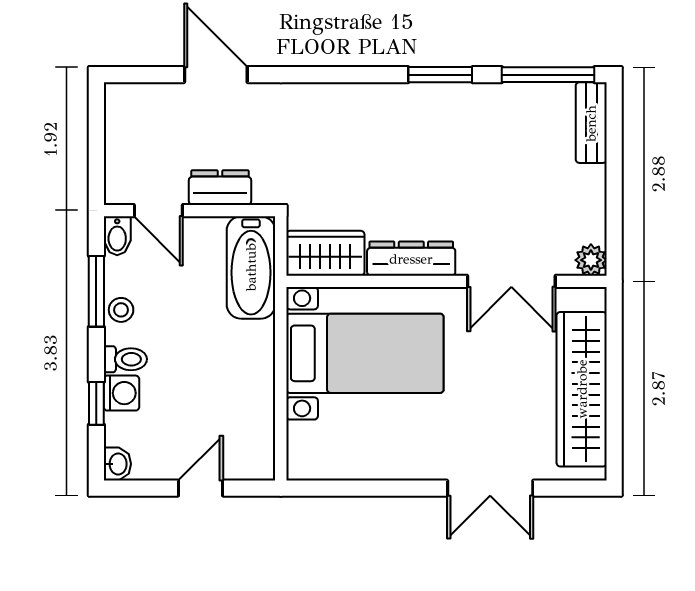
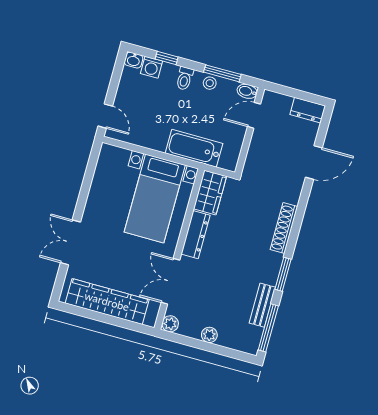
shoe rack: (354, 97) -> (284, 228), added
bench: (591, 123) -> (262, 305), moved, turned 90
plant: (592, 181) -> (209, 335), added
dresser: (220, 188) -> (308, 110), moved, turned 90
bathtub: (251, 267) -> (194, 148), moved
washing machine: (121, 393) -> (152, 67), moved
door: (201, 488) -> (105, 116), moved

